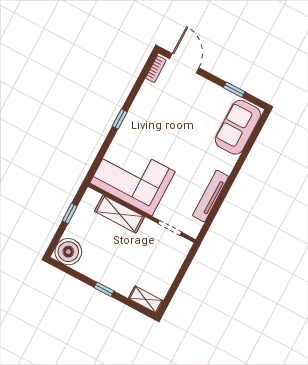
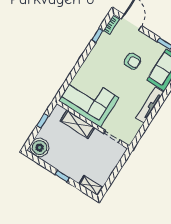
armchair: (190, 118) -> (132, 61), added
window: (120, 119) -> (97, 35), moved
tv unit: (211, 196) -> (150, 105), moved

